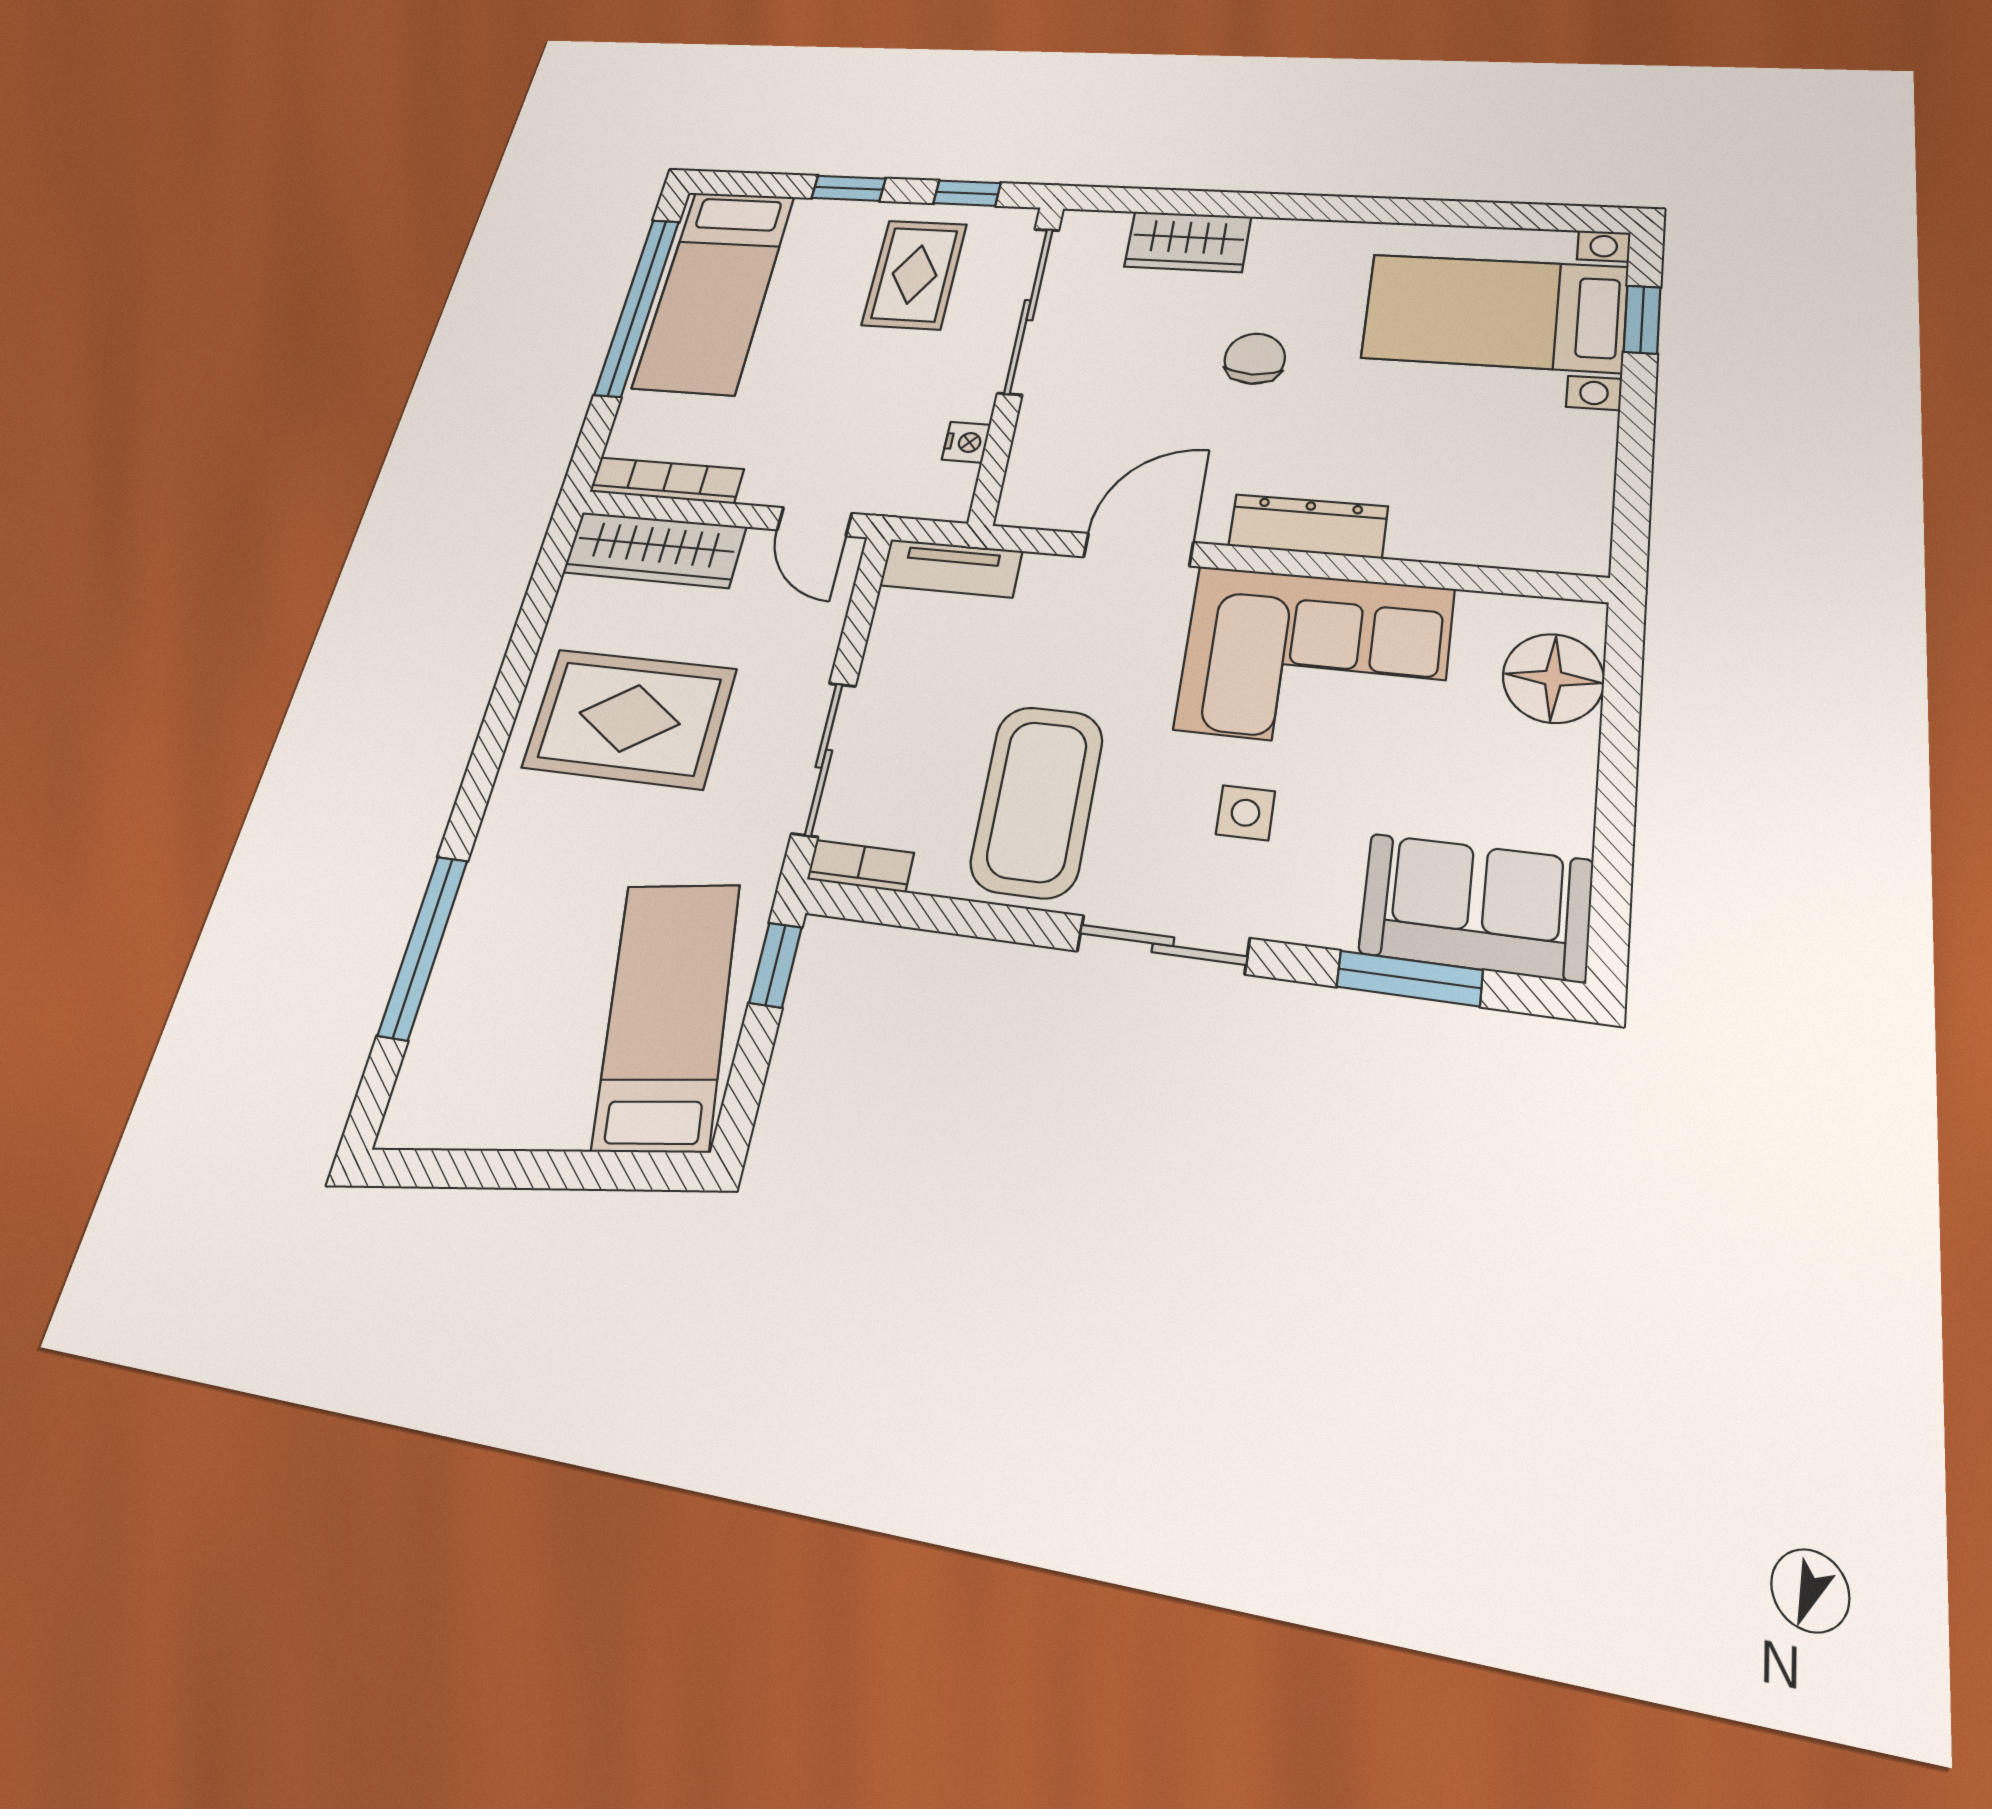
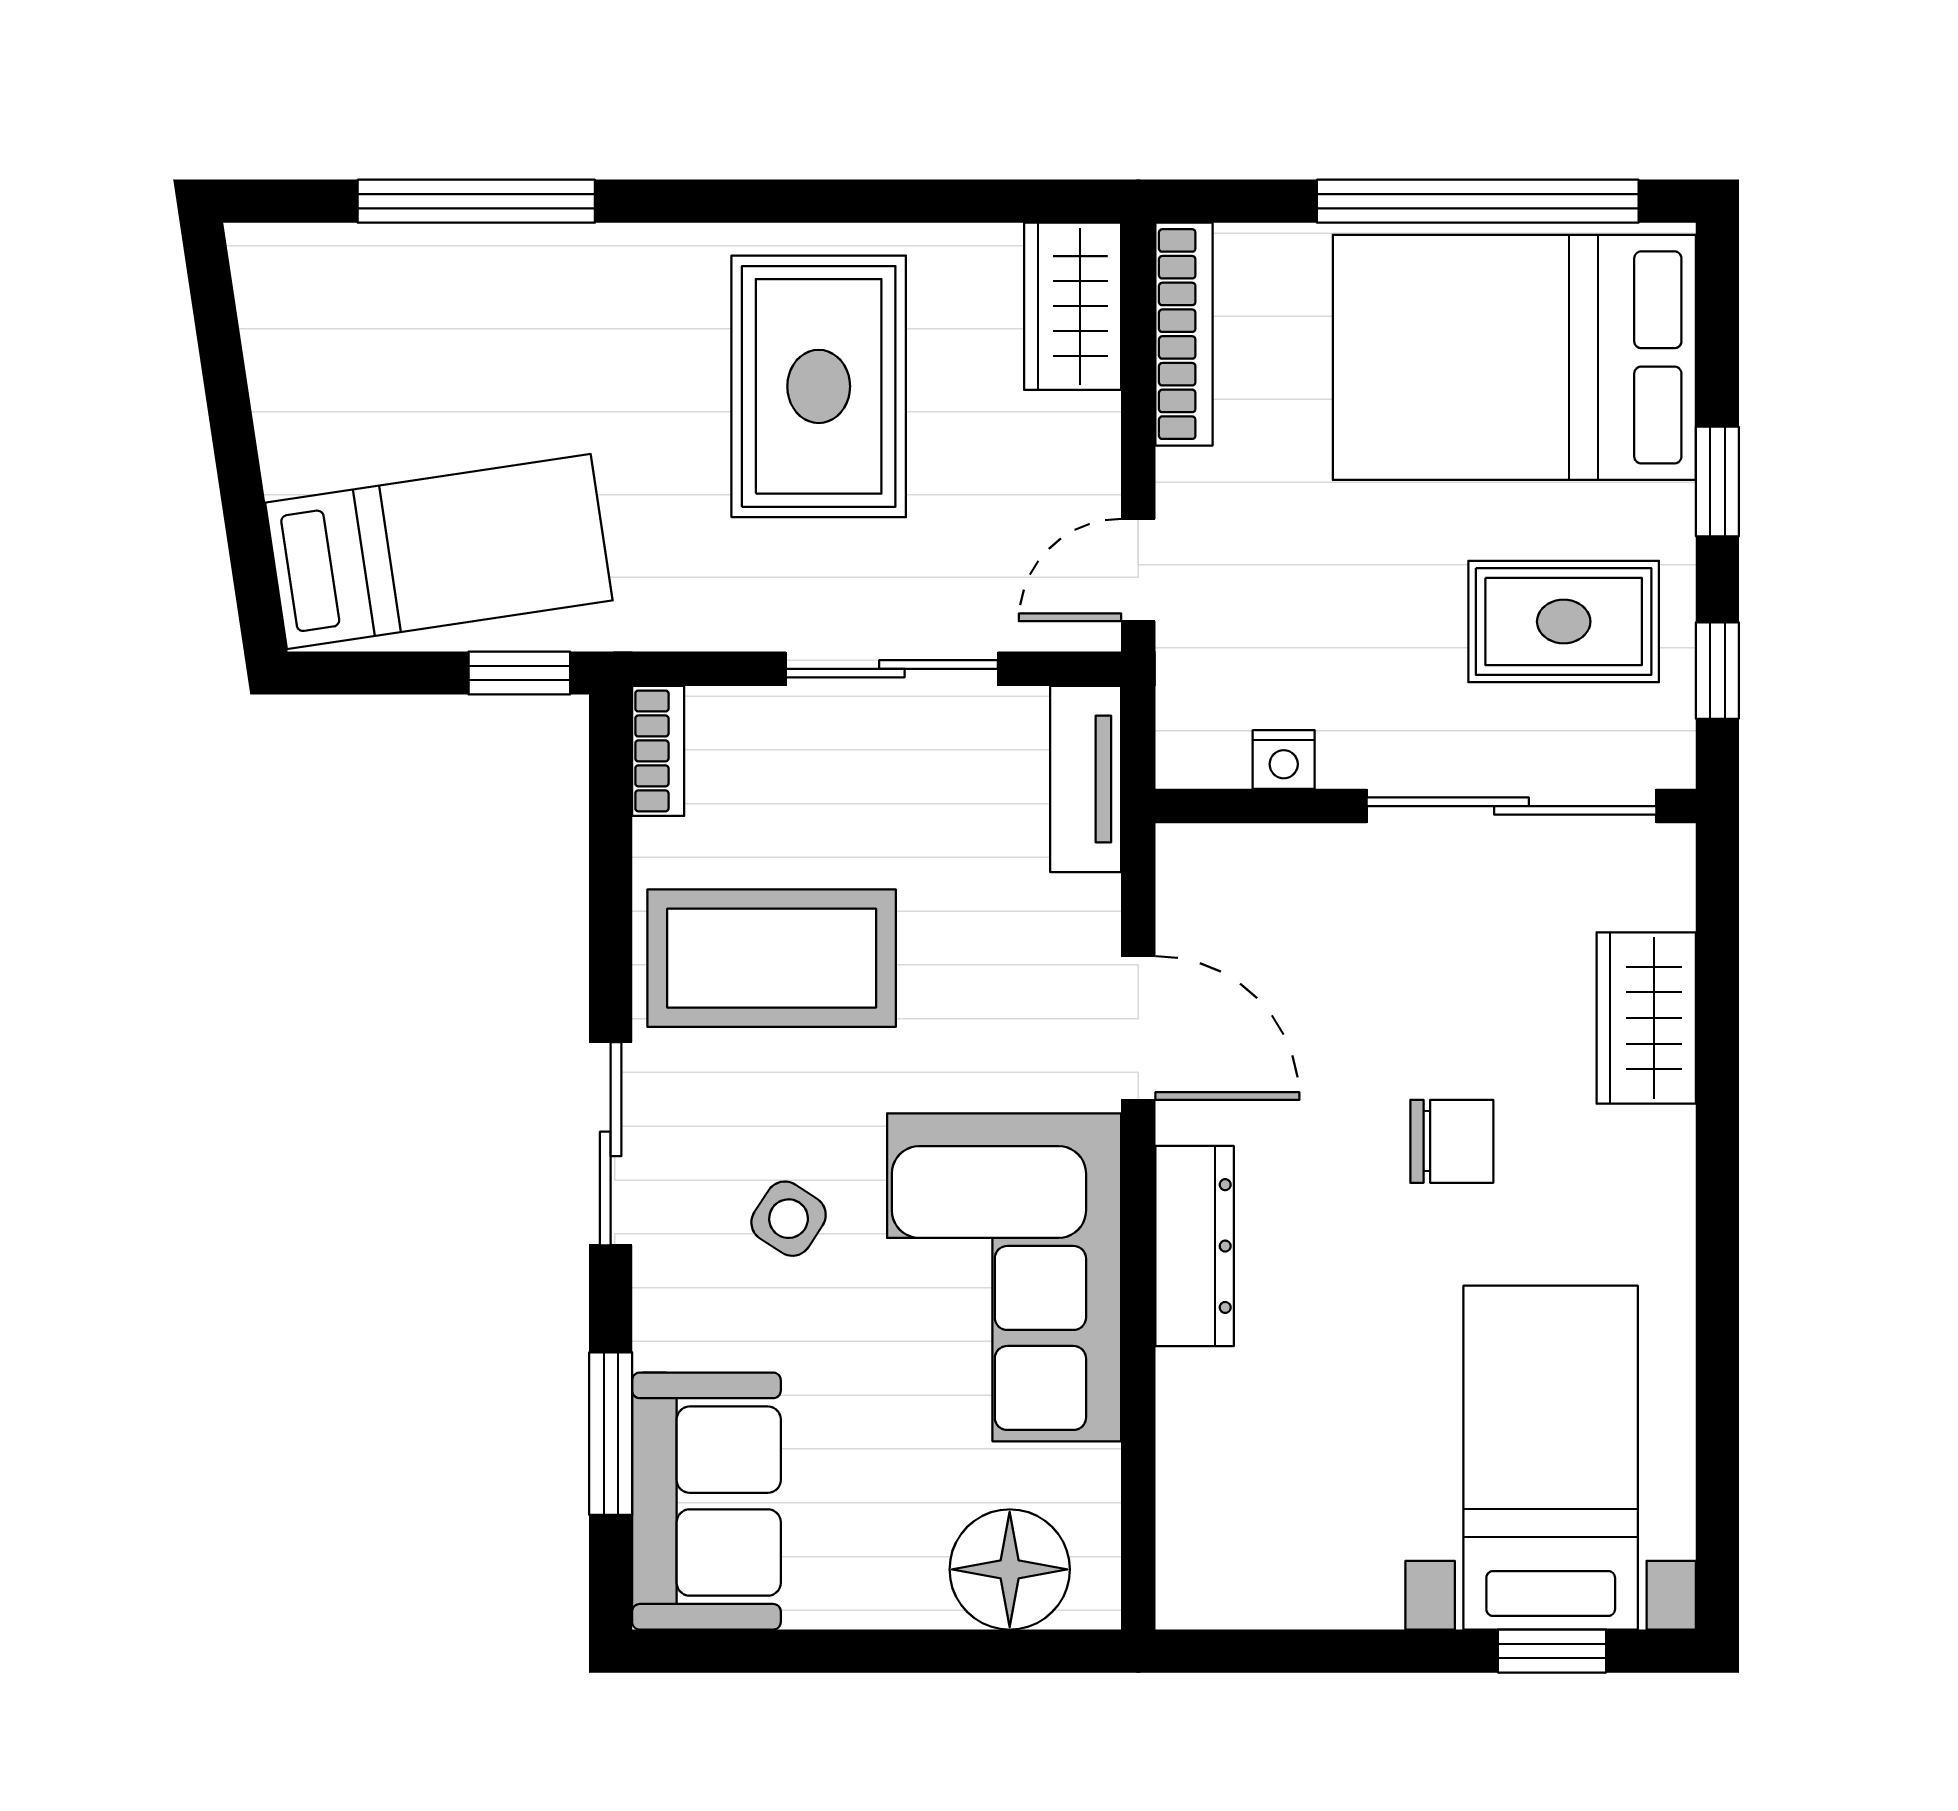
bed: (714, 291) -> (1514, 357), width x1.50
wardrobe: (654, 550) -> (1073, 306), width x0.67
sliding door: (824, 759) -> (892, 669), moved
side table: (1245, 813) -> (789, 1219), turned 33

